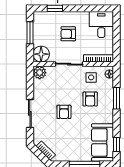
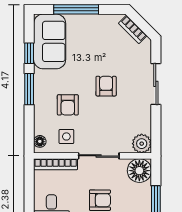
window: (117, 98) -> (29, 89), moved
armchair: (90, 99) -> (68, 105), turned 180
window: (117, 145) -> (29, 53), moved

